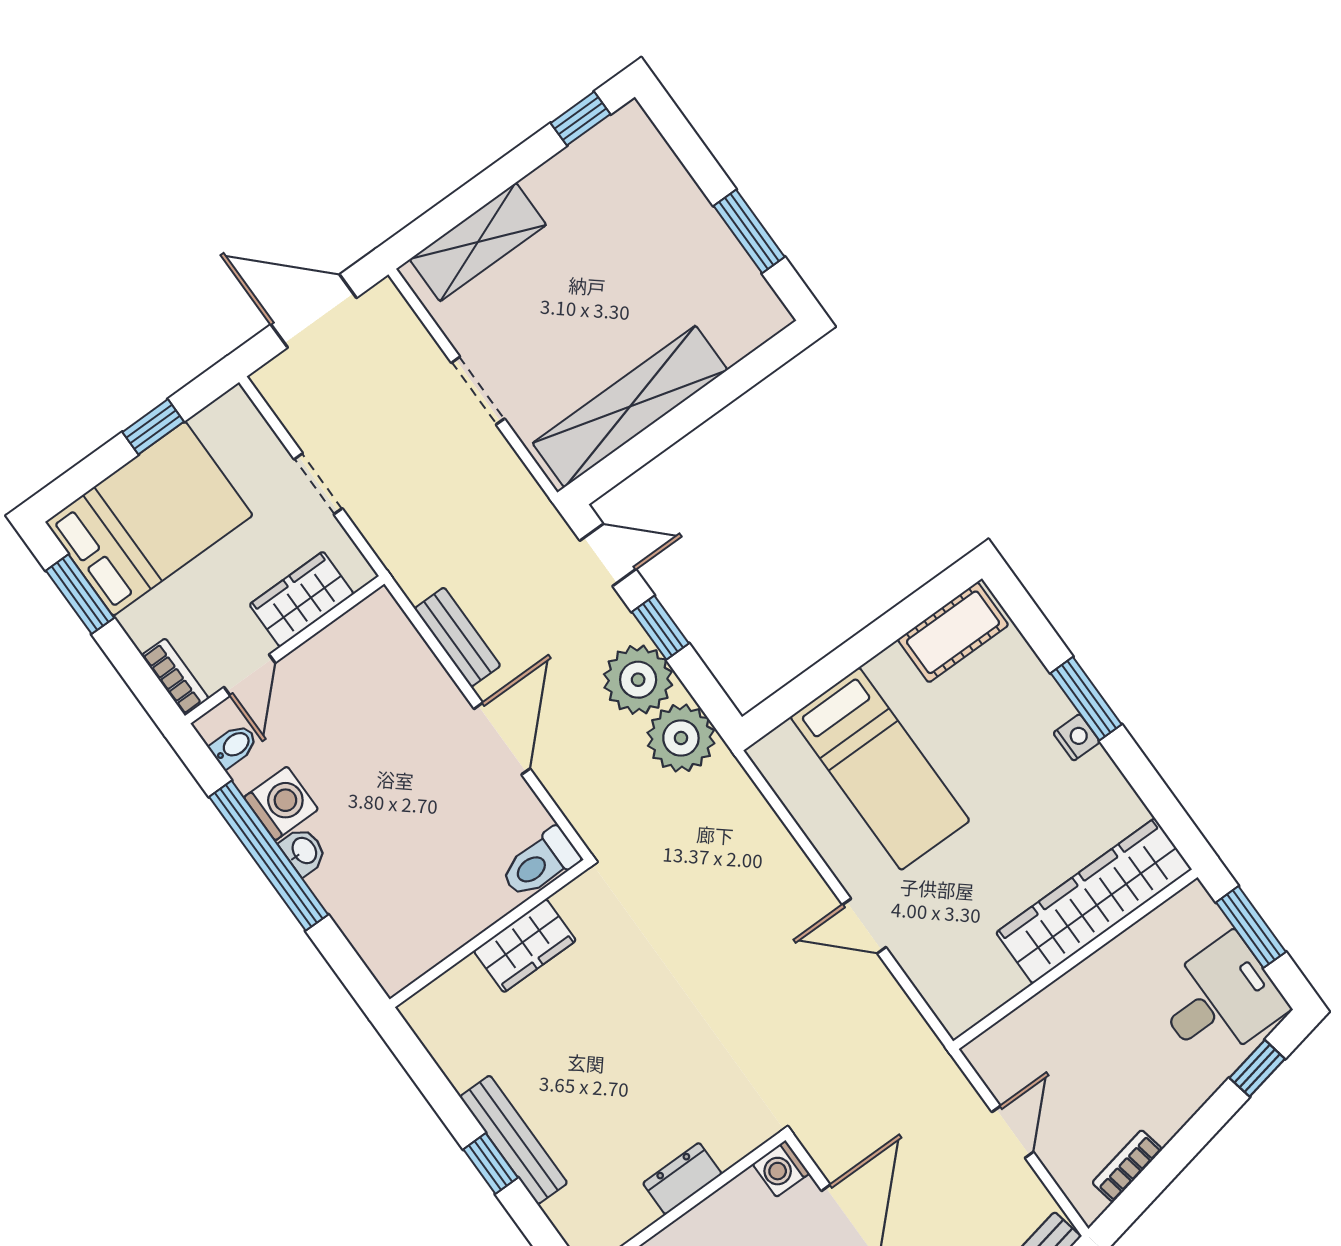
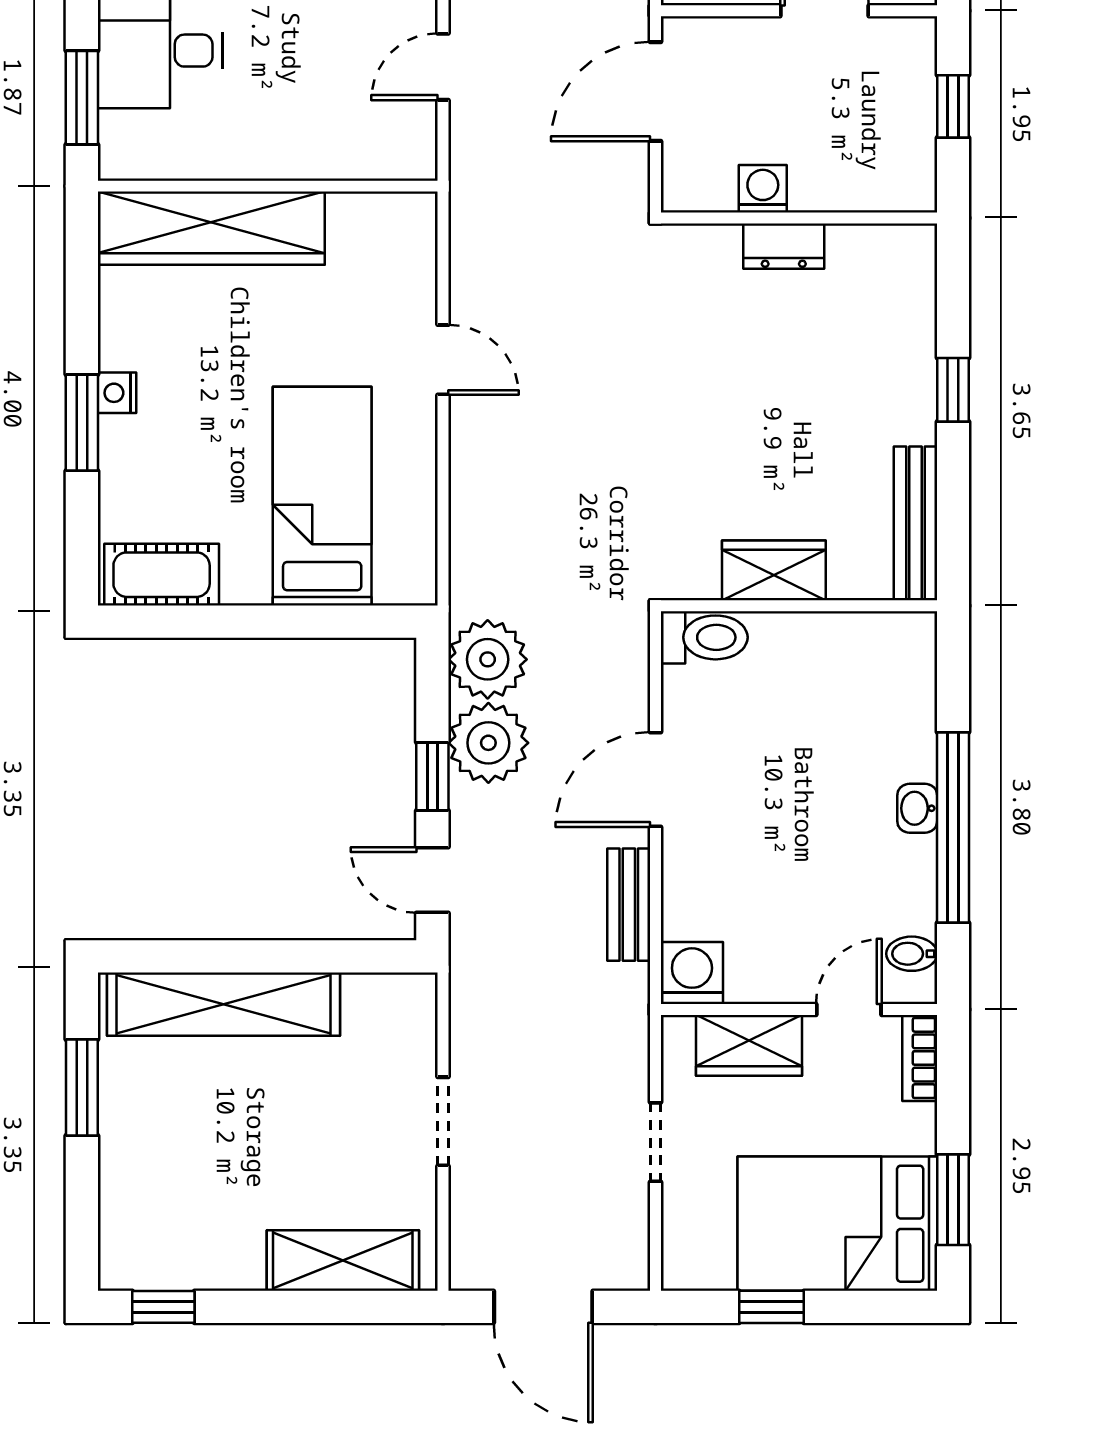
shelving: (630, 406) -> (224, 1004), moved
washing machine: (281, 803) -> (692, 973), moved, turned 90
bench: (514, 1140) -> (916, 523), moved
washing machine: (781, 1169) -> (763, 189), moved, turned -90

